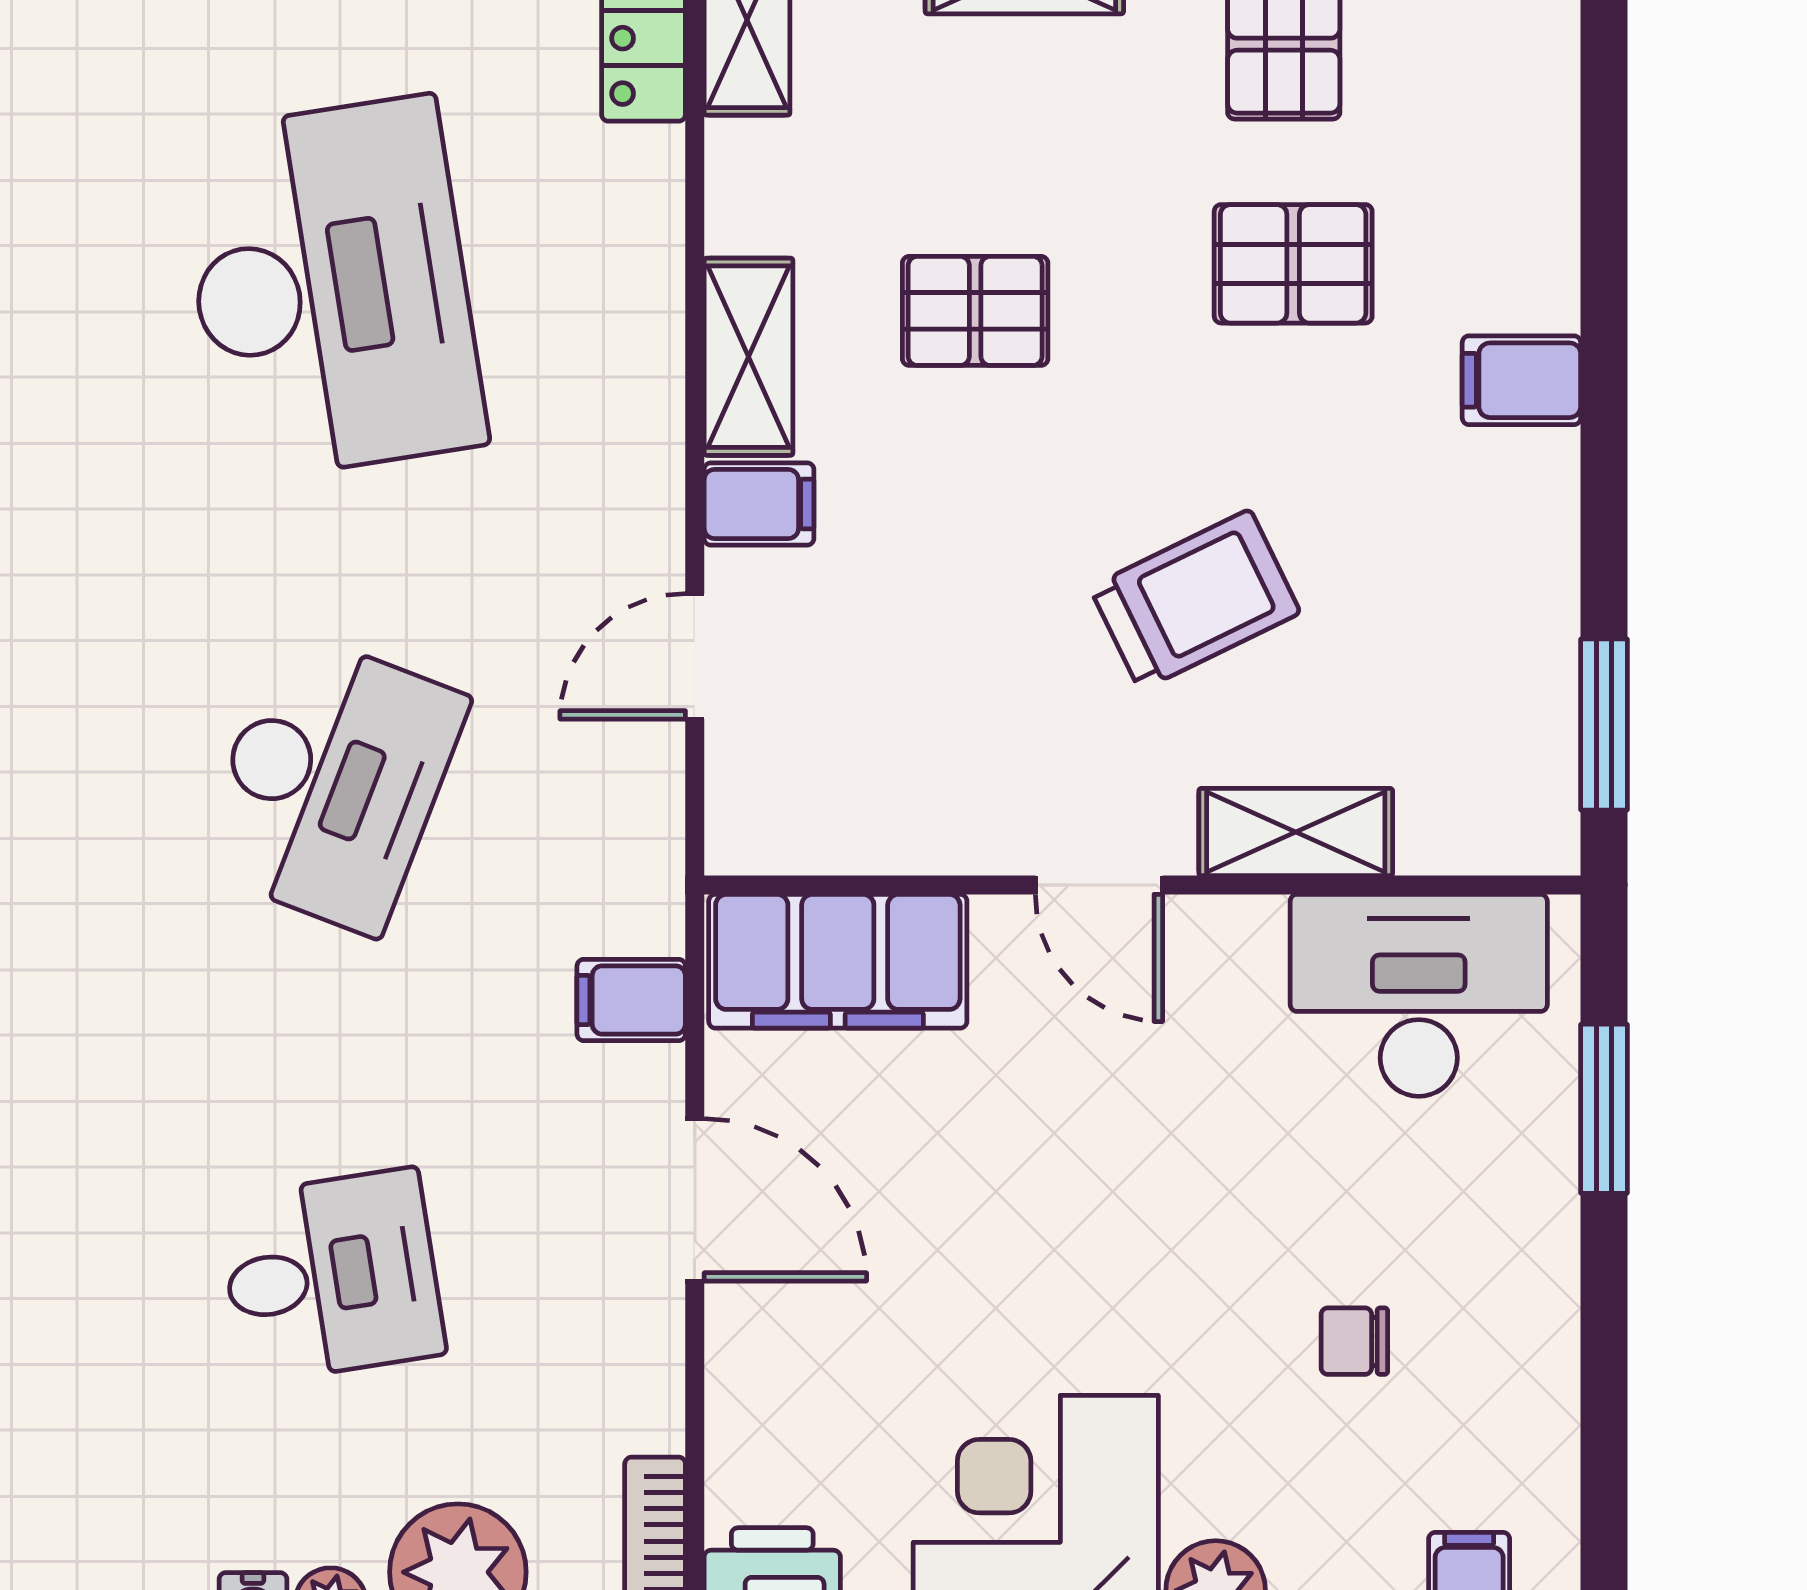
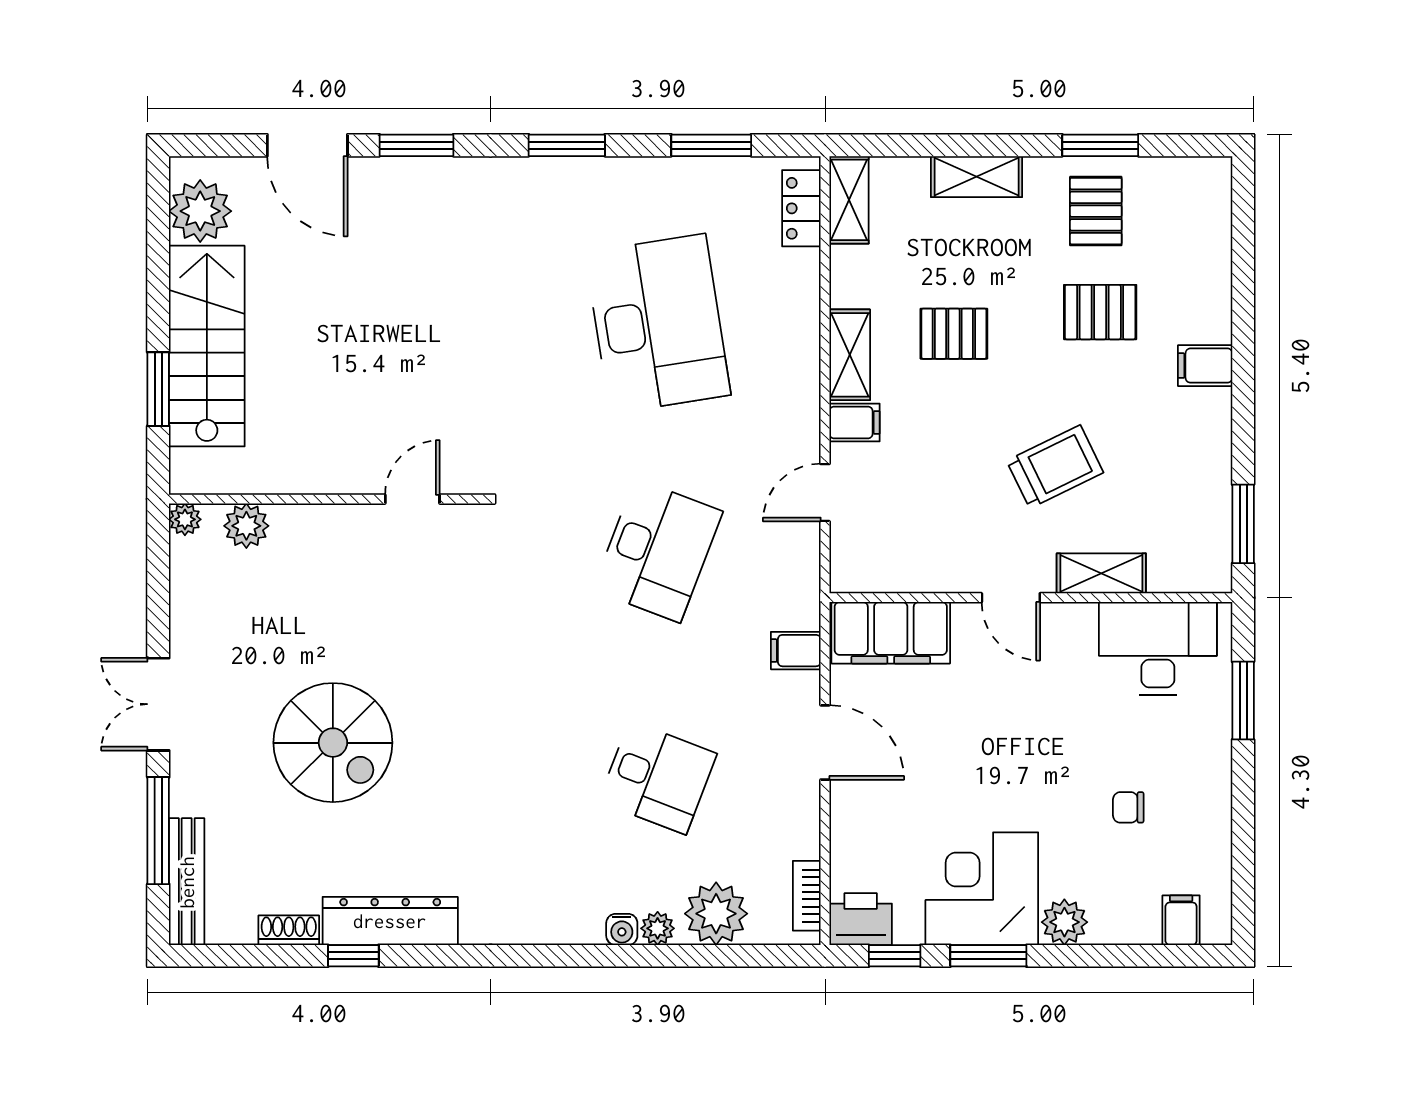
desk: (331, 1276) -> (658, 777), turned 30

